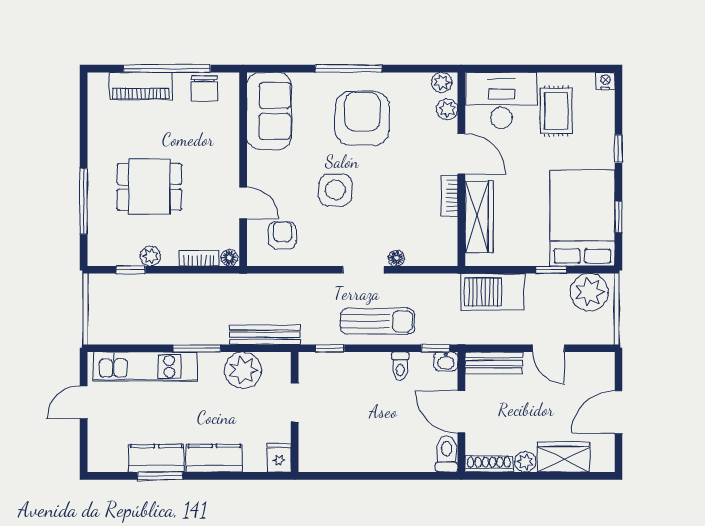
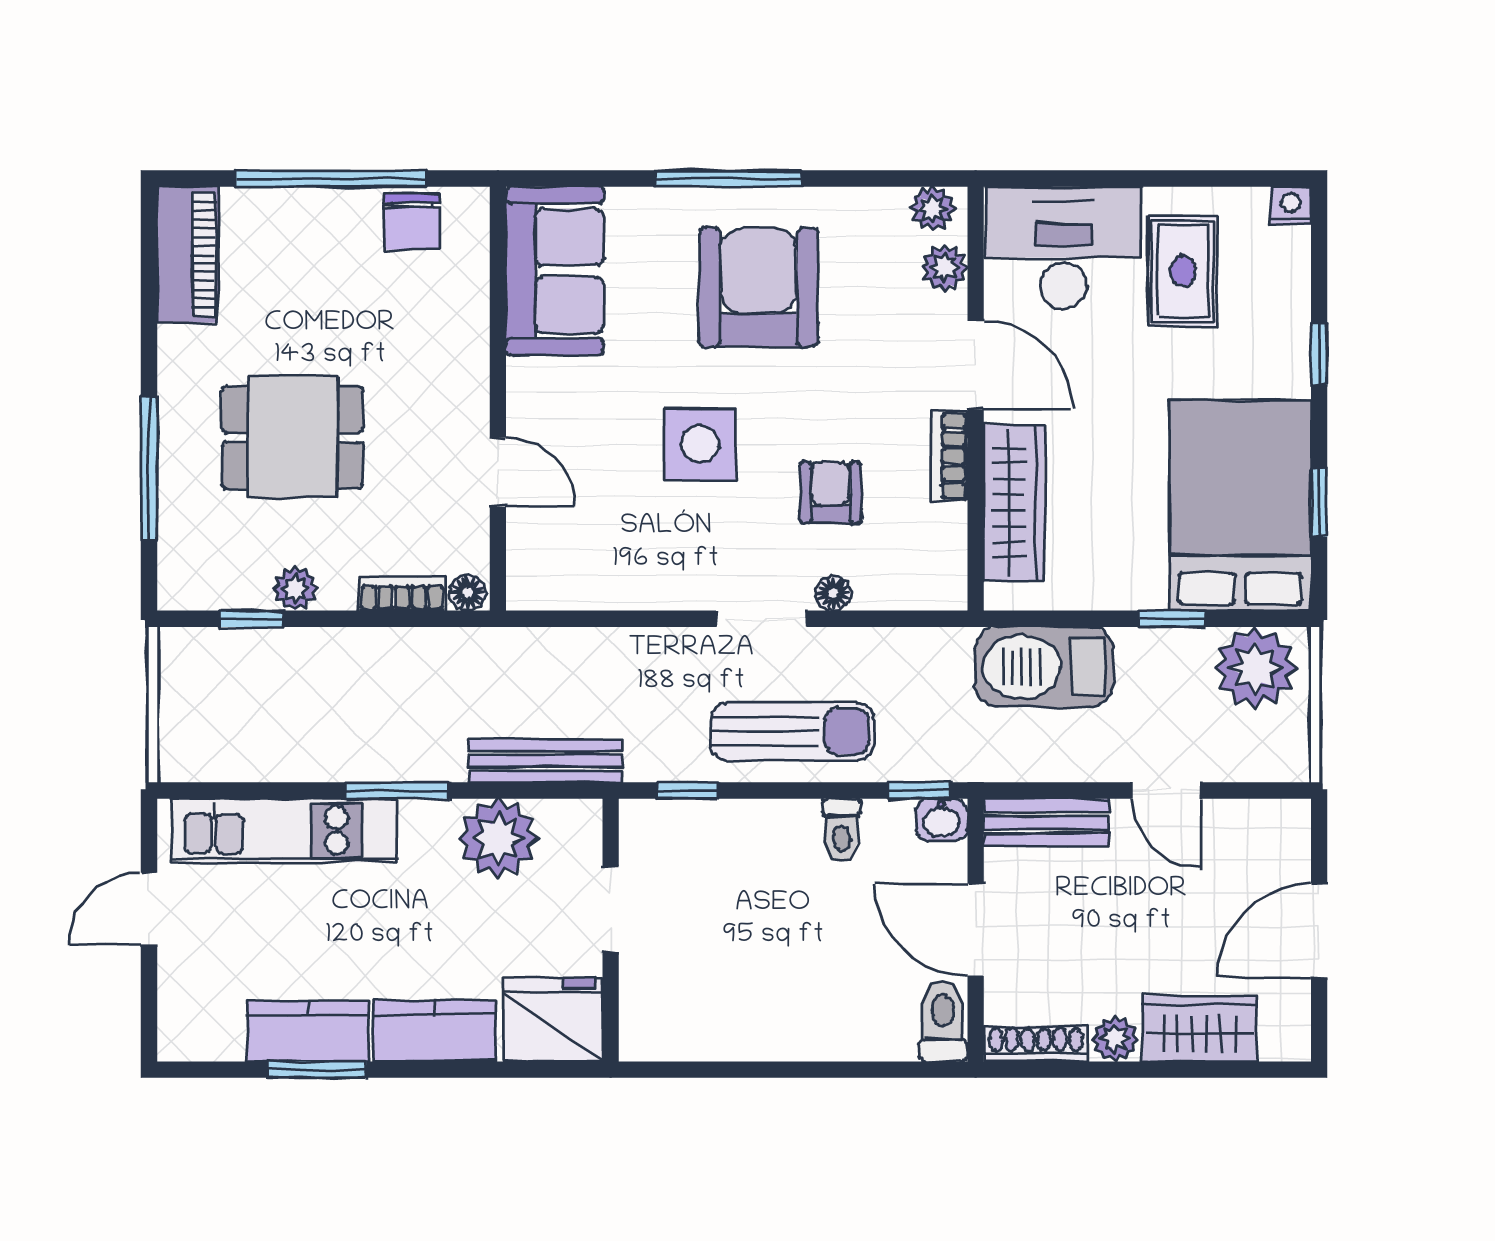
piano: (141, 86) -> (187, 255), moved, turned -90
armchair: (282, 235) -> (831, 492), moved
fridge: (279, 458) -> (553, 1020), width x1.88, depth x1.34

